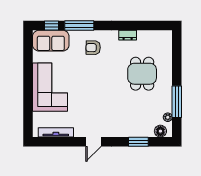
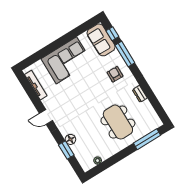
dining table: (142, 74) -> (118, 122), width x1.37
window: (177, 102) -> (147, 139), moved
floor lamp: (160, 131) -> (70, 139), moved

